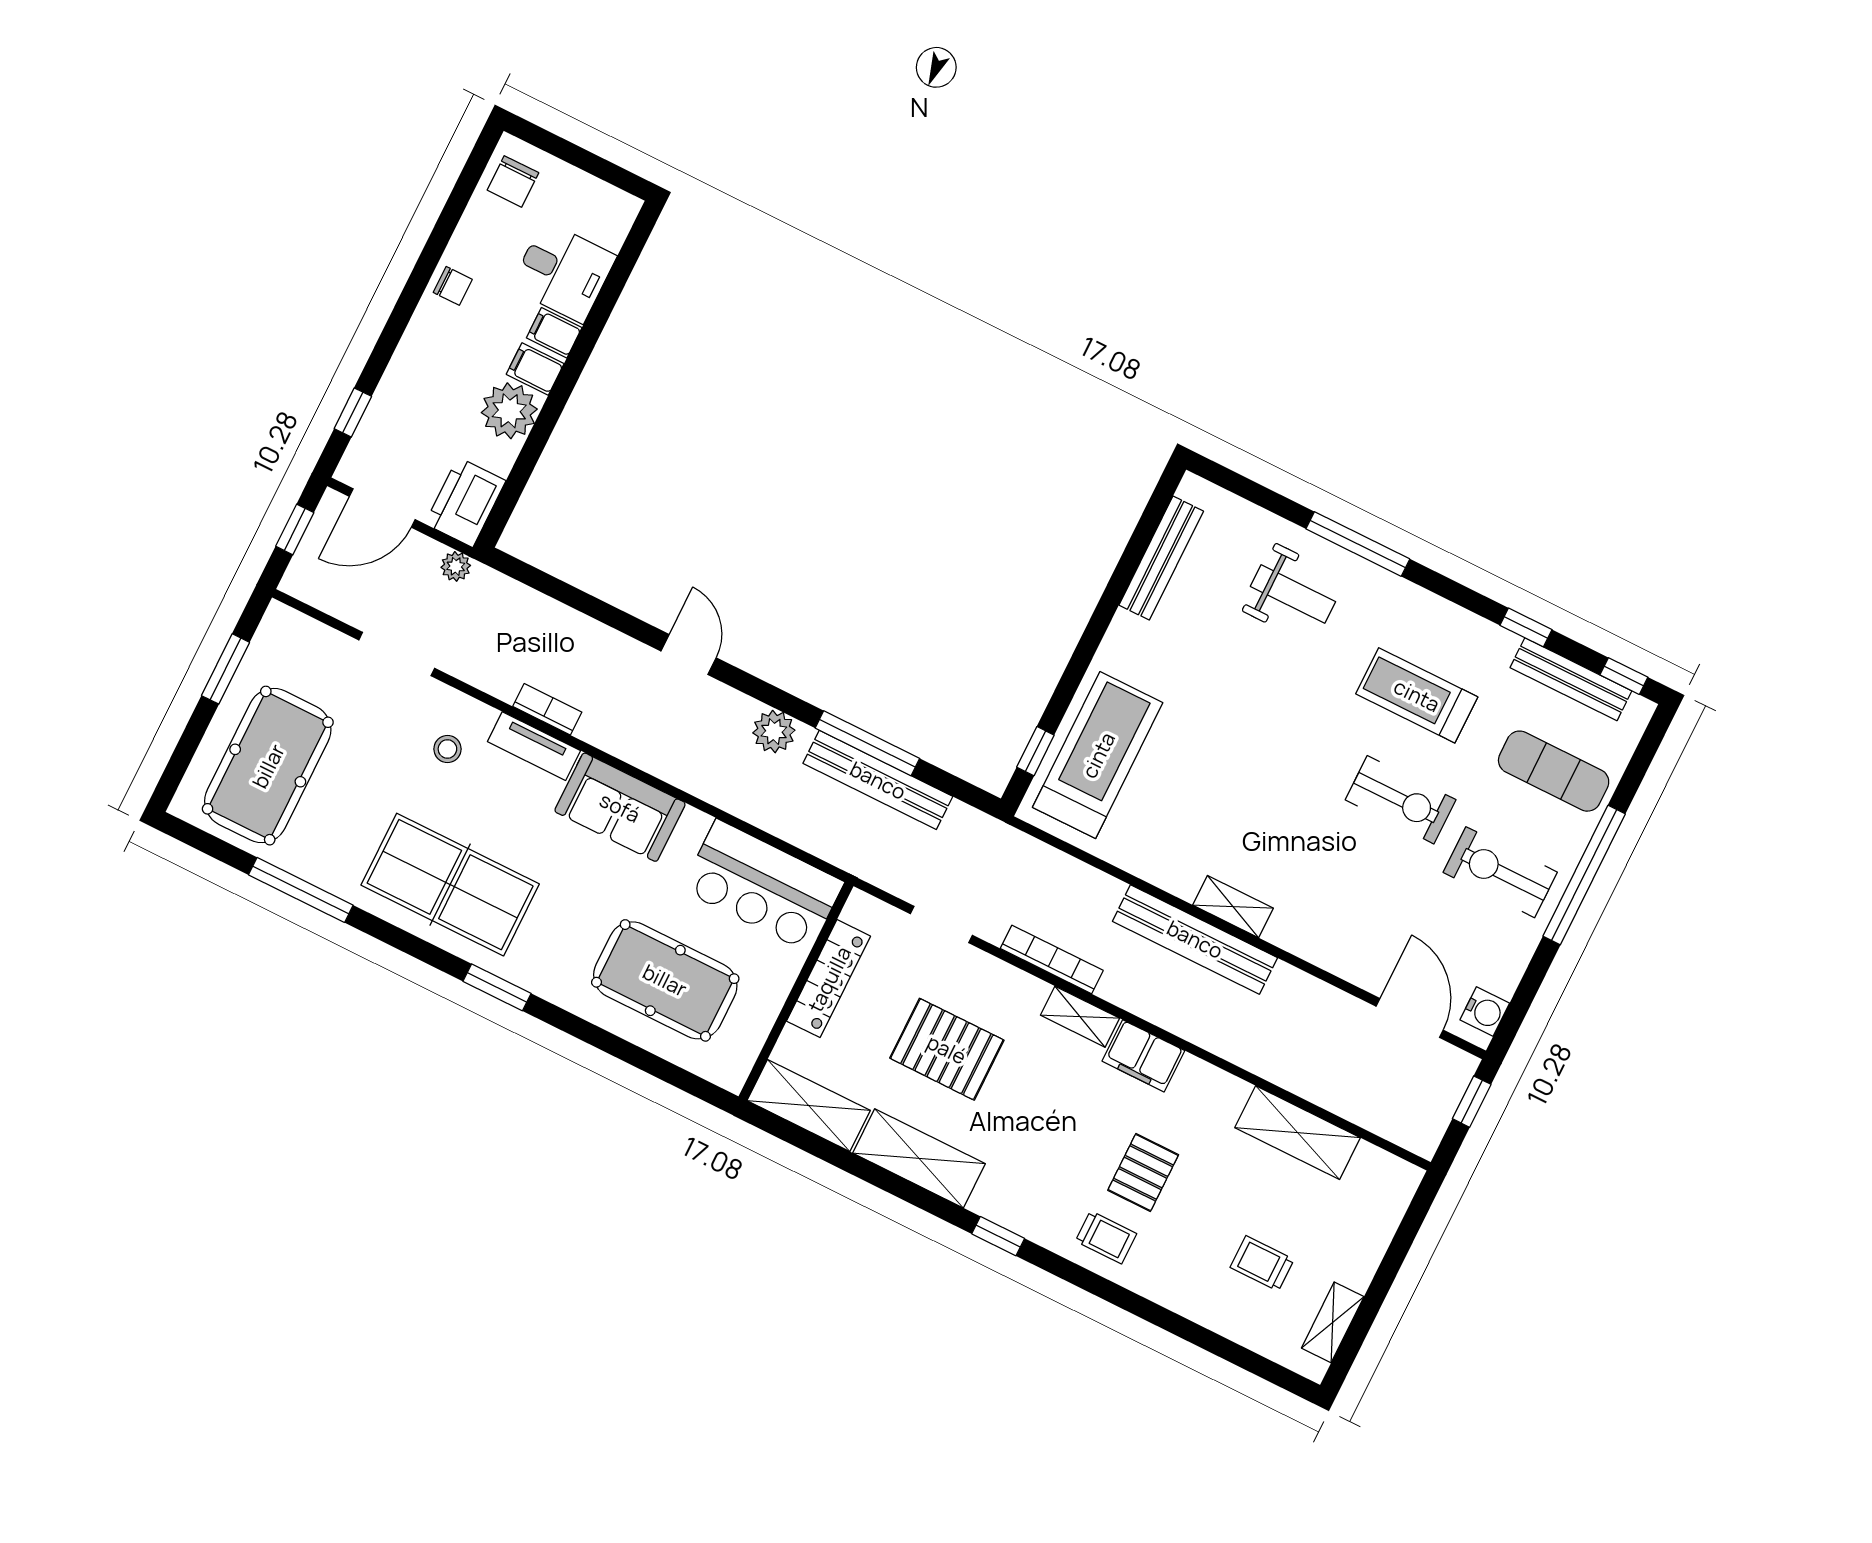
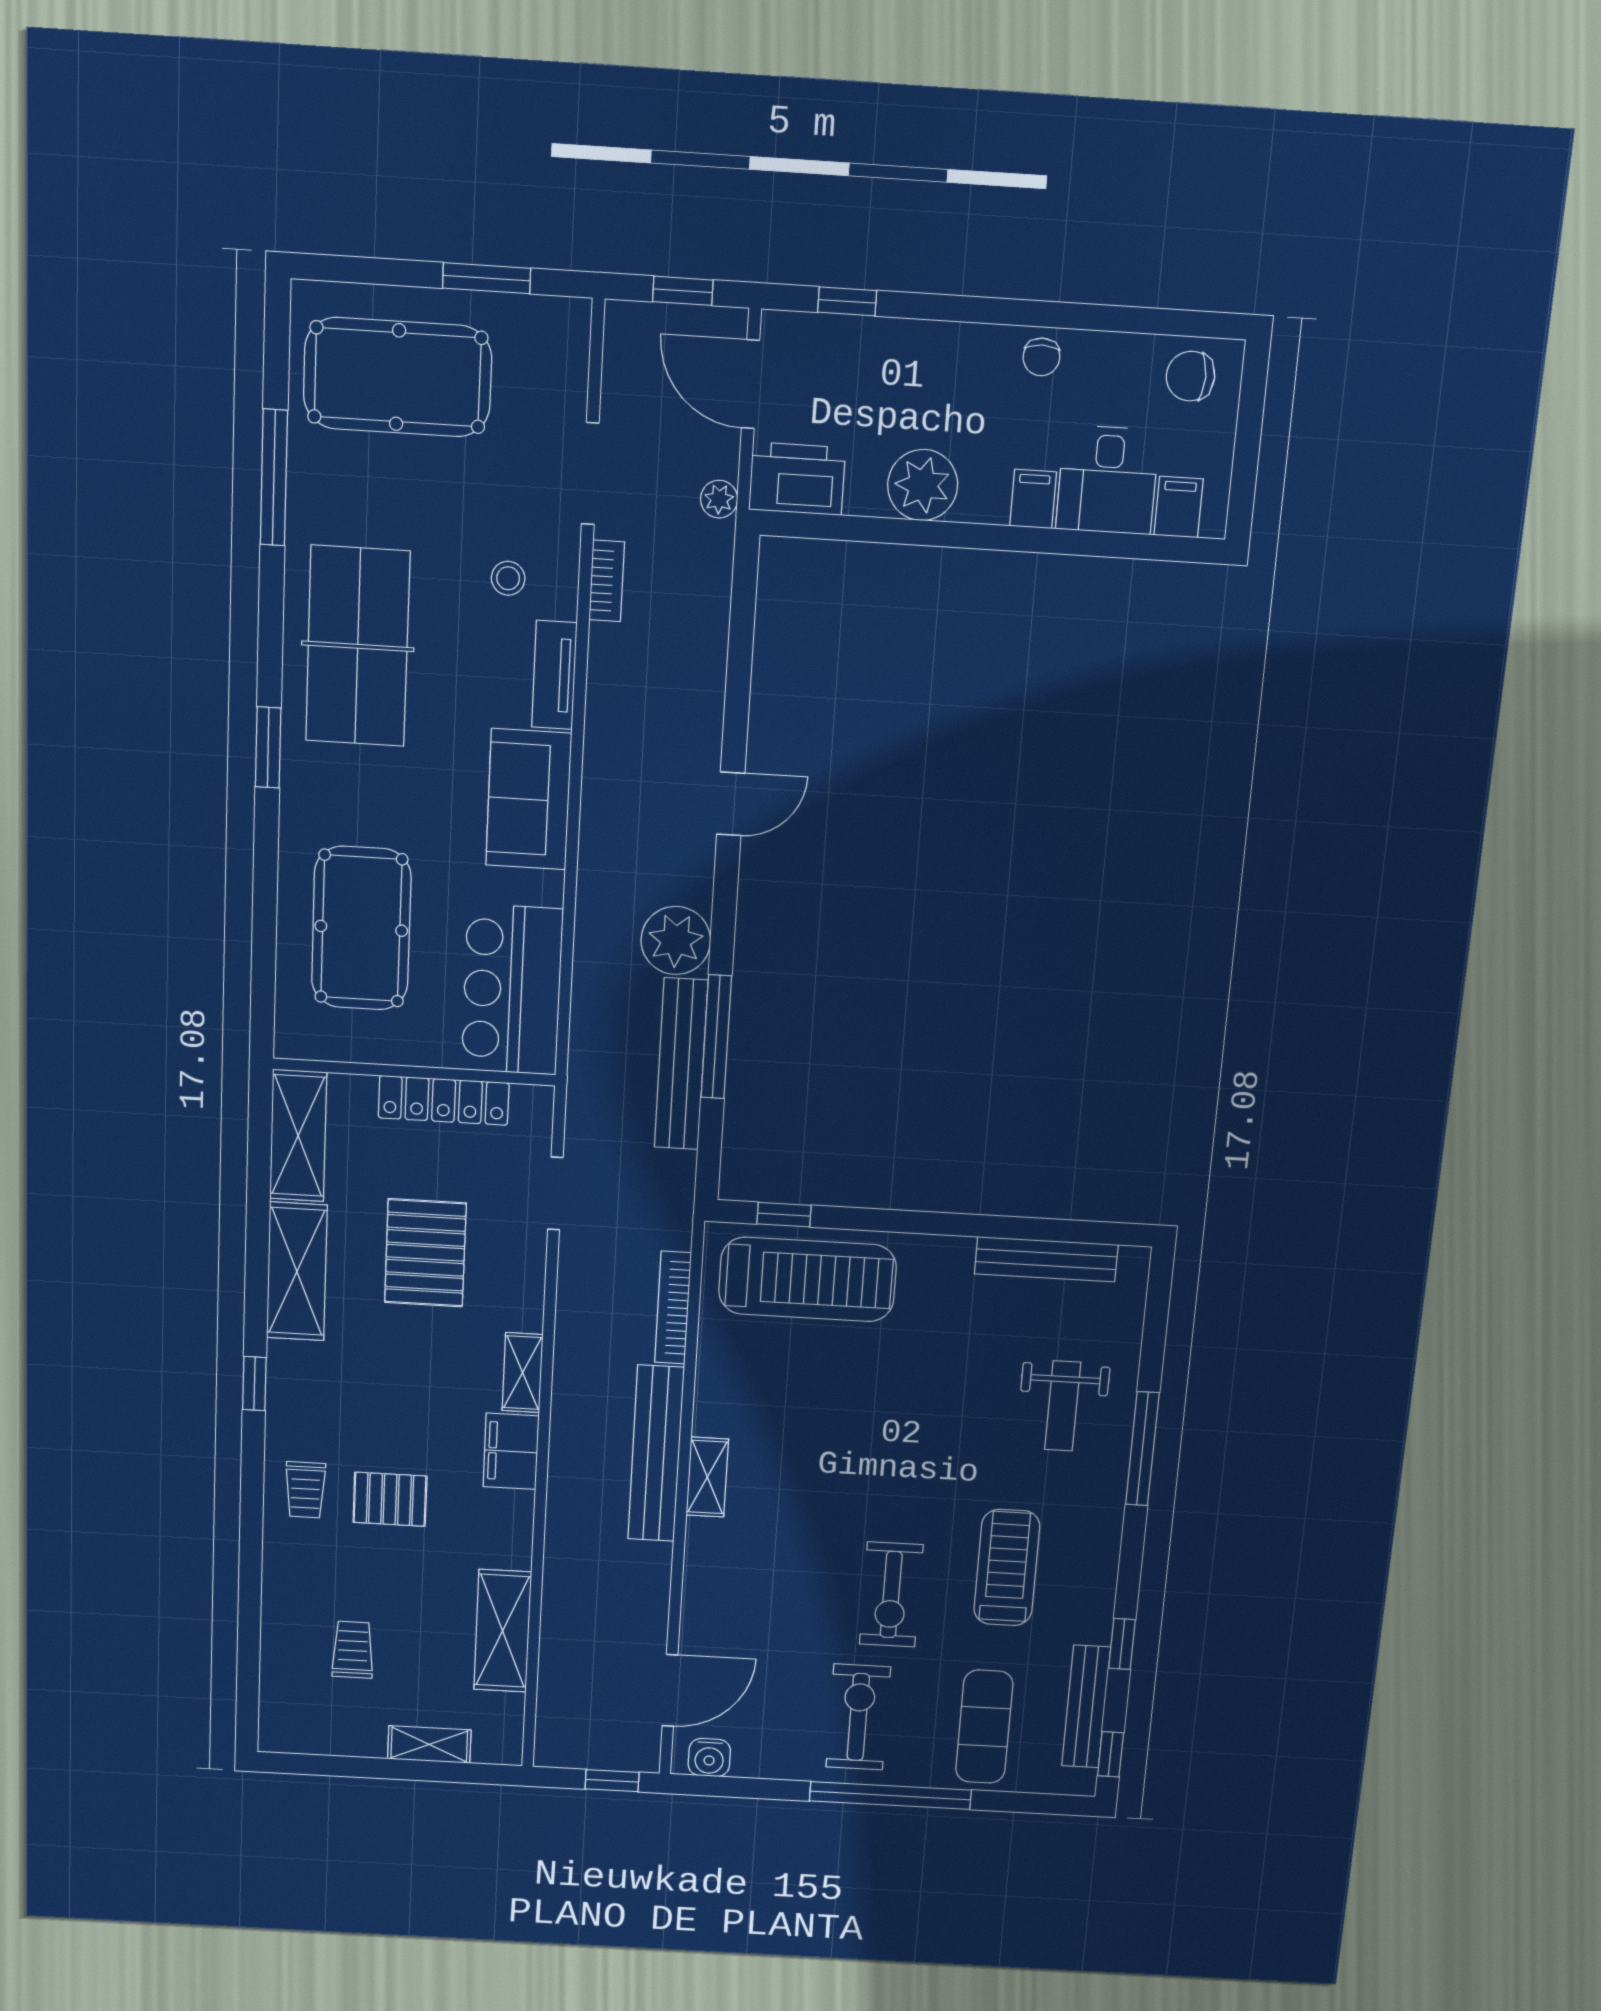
filing cabinet: (535, 369) -> (1179, 507), moved
bookcase: (547, 709) -> (607, 581), moved
plant: (774, 732) -> (676, 940), width x1.36, depth x1.36
bookcase: (1052, 959) -> (673, 1308), moved, turned 180
shelving: (1333, 1322) -> (429, 1744), moved

